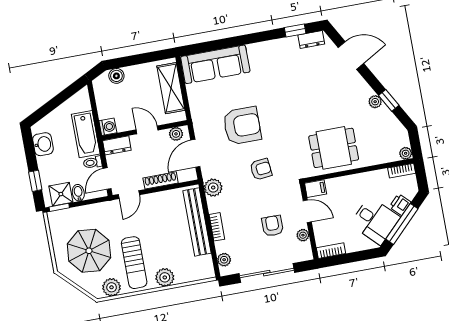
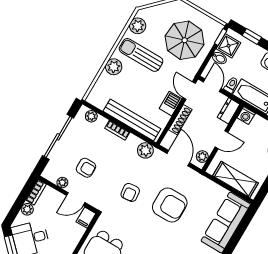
armchair: (242, 126) -> (170, 205), turned -90
barbecue: (154, 201) -> (170, 104), added
plant: (352, 245) -> (27, 209), added
parasol: (89, 251) -> (185, 40), moved

